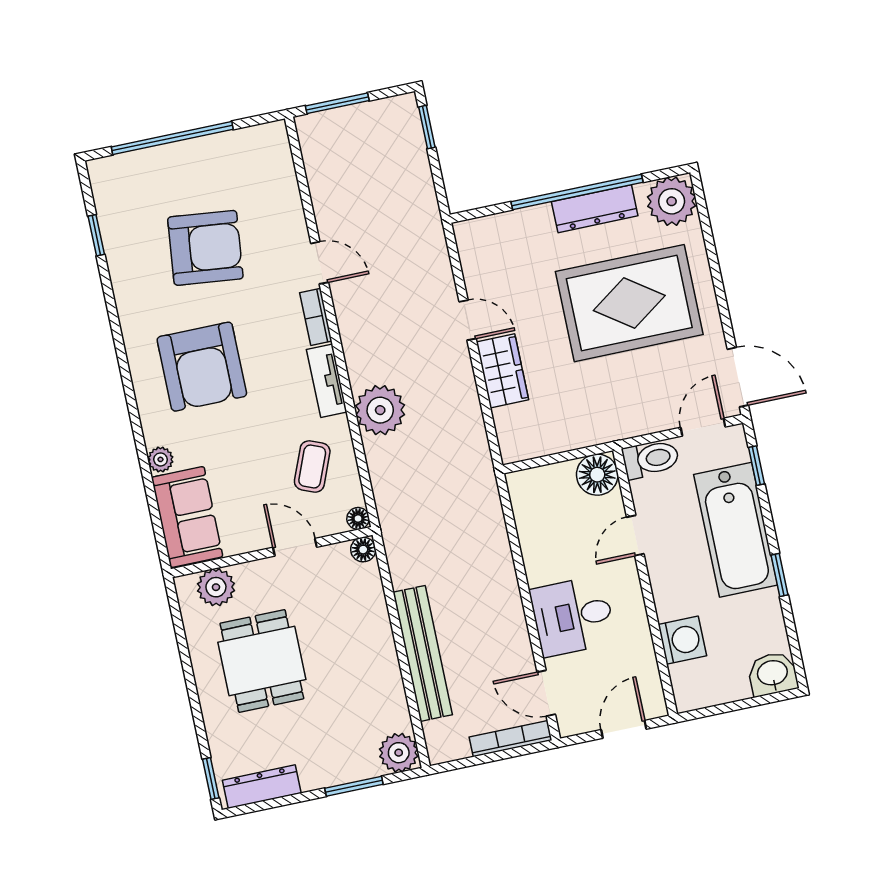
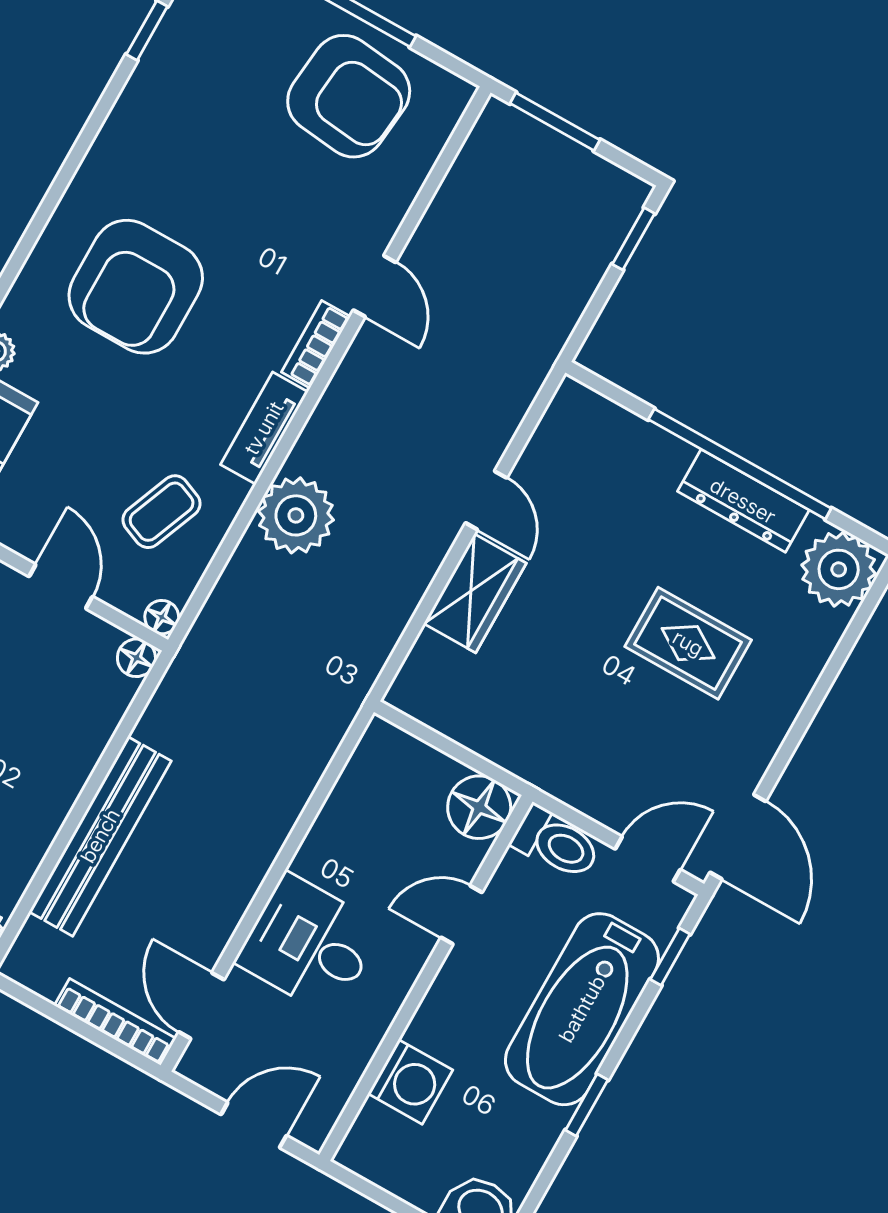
armchair: (205, 248) -> (349, 96), moved
rug: (629, 303) -> (688, 643), width x0.54, depth x0.49

